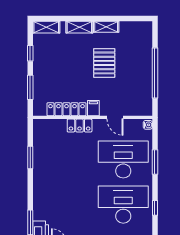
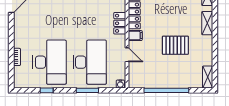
shelving: (106, 27) -> (208, 77), moved
door: (115, 117) -> (127, 55), swing flipped

